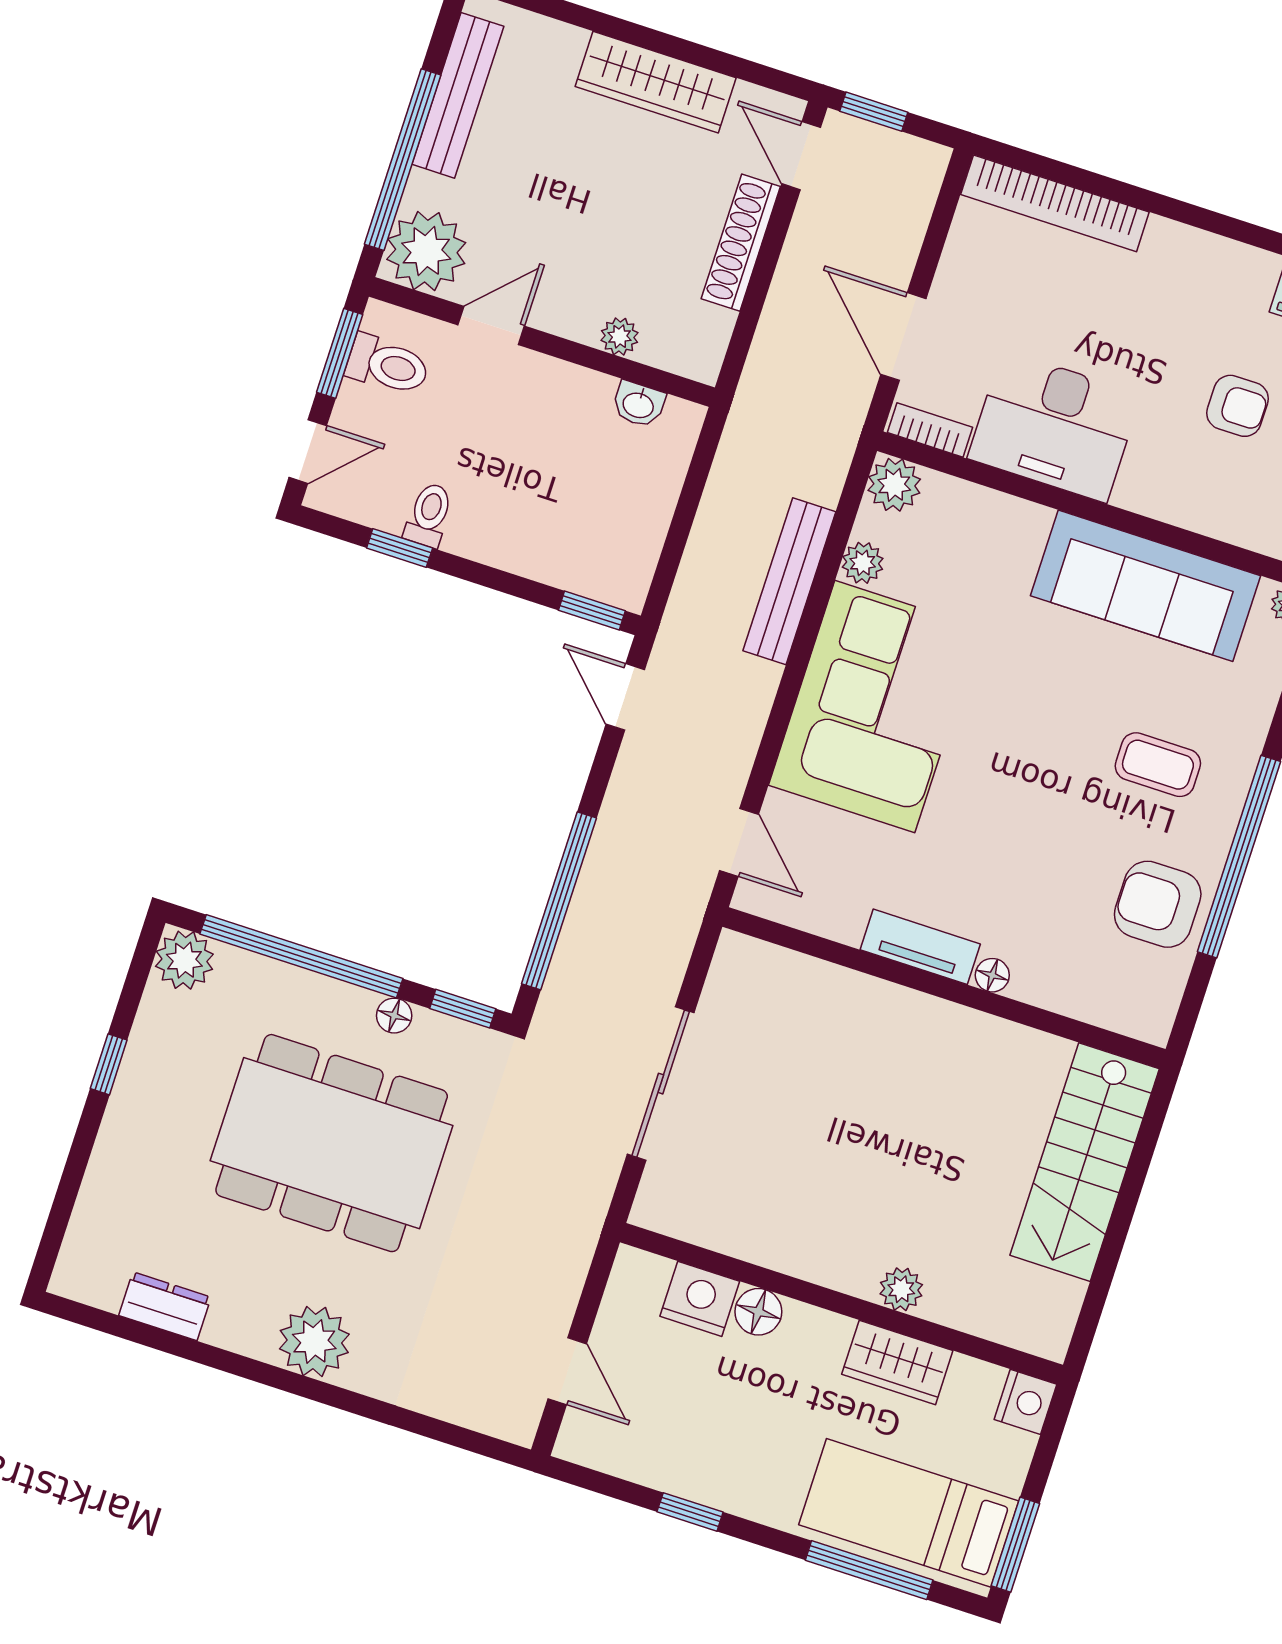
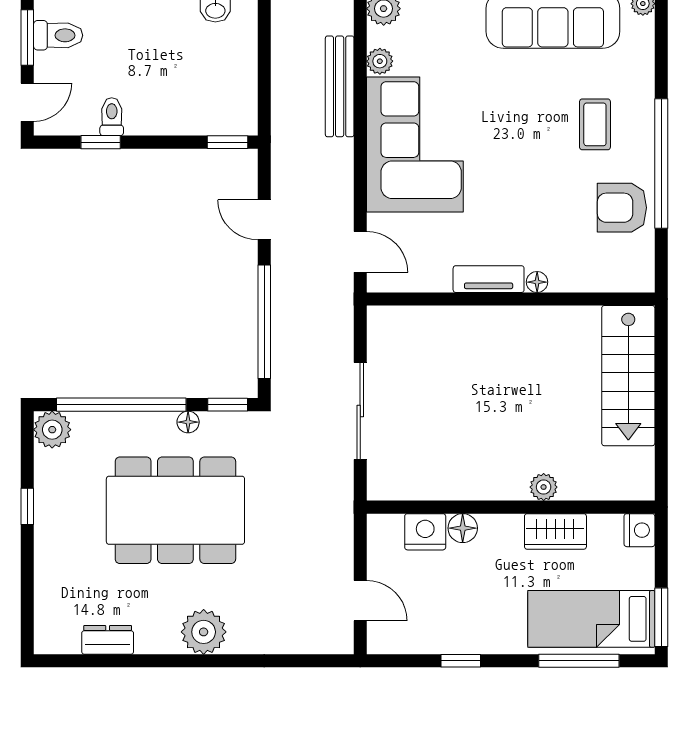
door: (625, 697) -> (264, 220), moved
coffee table: (1158, 765) -> (595, 124), turned 90

